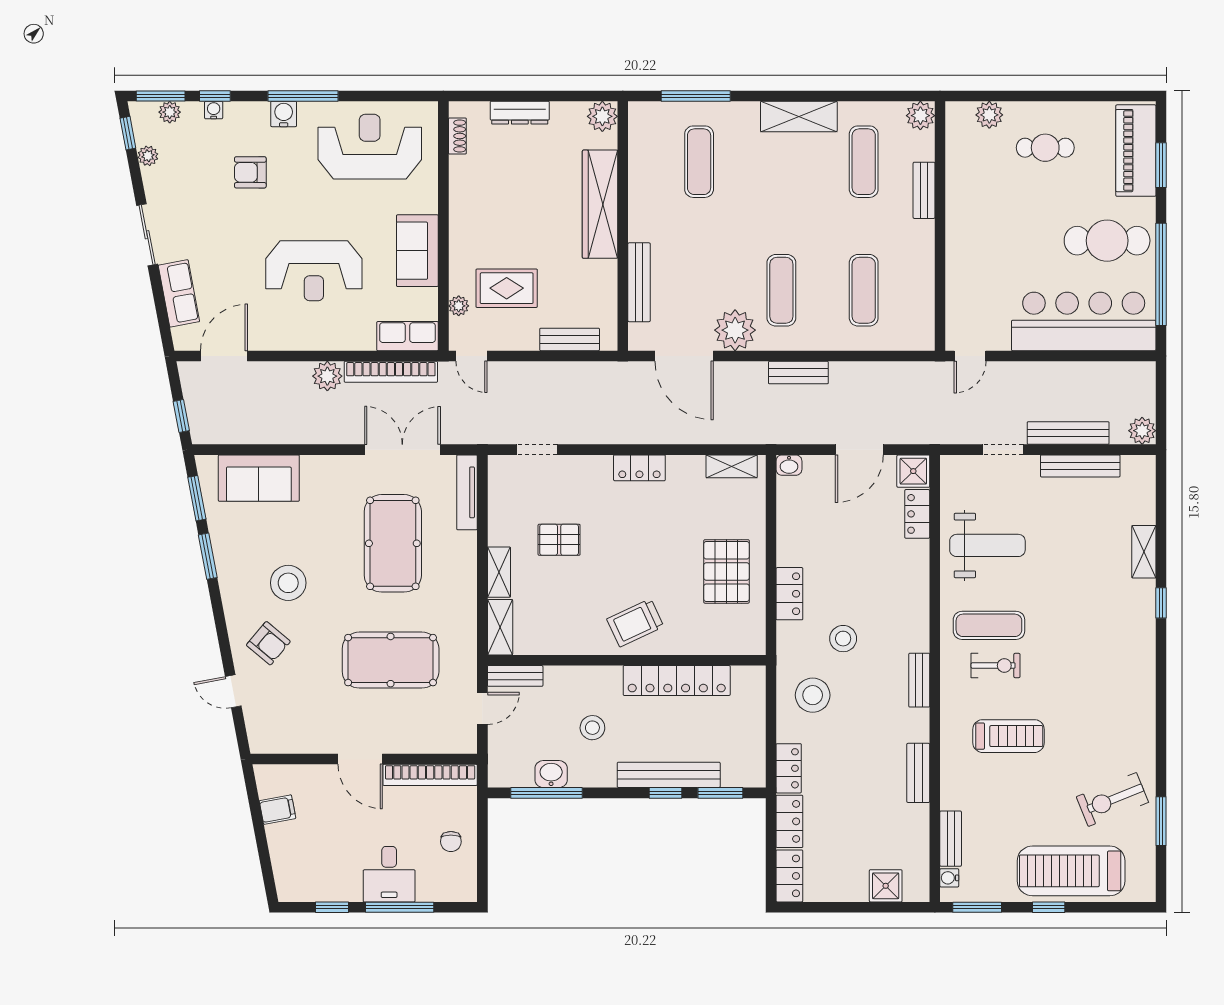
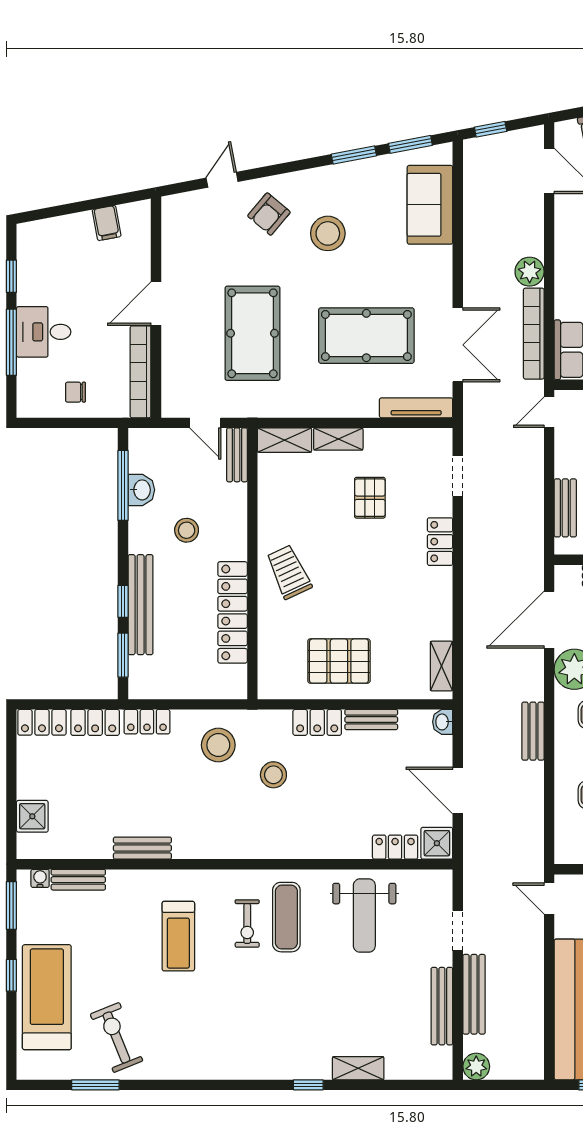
locker: (639, 468) -> (440, 542), moved
bench: (919, 680) -> (371, 720), moved

